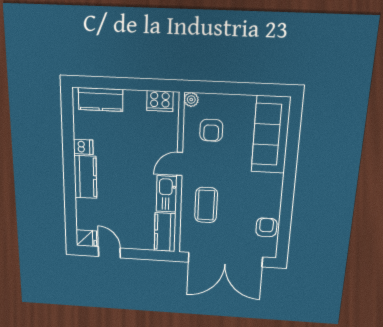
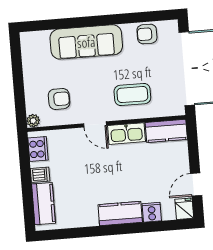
sofa: (271, 135) -> (86, 42), moved
dishwasher: (83, 147) -> (40, 175), moved, turned 90
cooker: (85, 208) -> (152, 212), added

